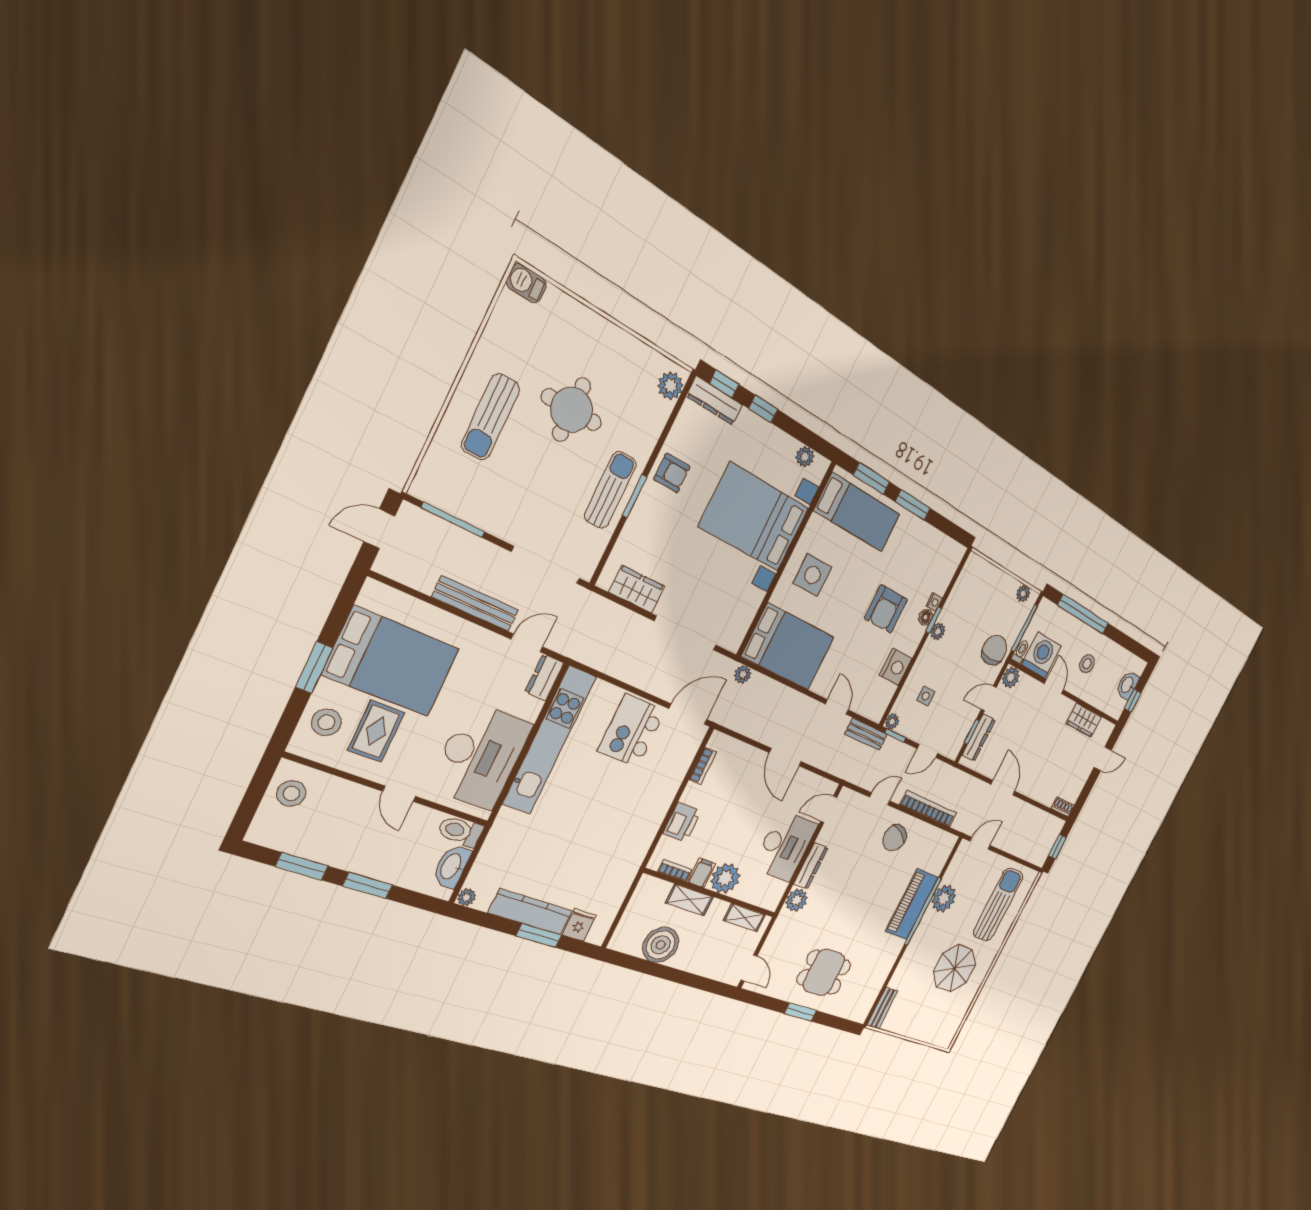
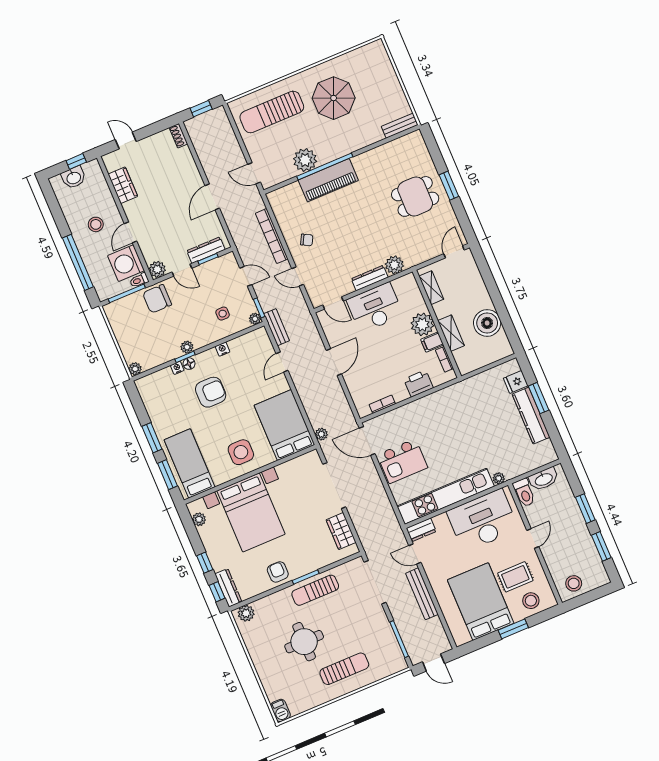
plant: (1023, 594) -> (135, 369), moved
nightstand: (896, 667) -> (222, 349), width x0.53, depth x0.56
chair: (895, 838) -> (307, 240), width x0.54, depth x0.54
plant: (466, 897) -> (499, 478), moved
dining table: (824, 972) -> (415, 196), turned 90

